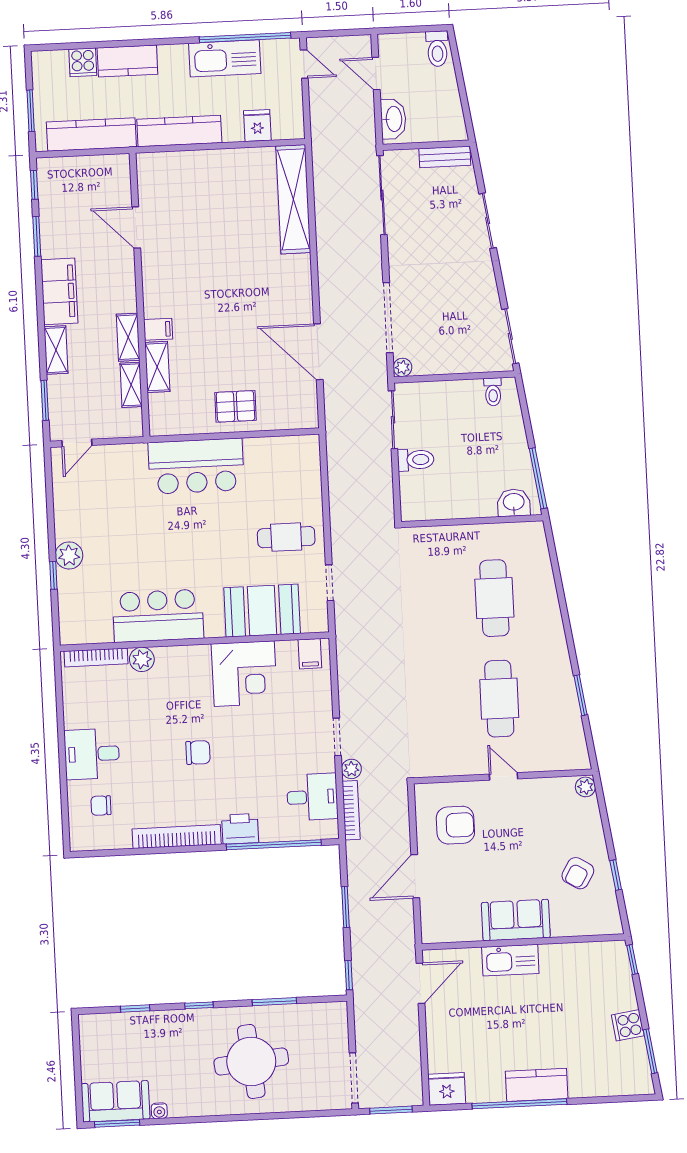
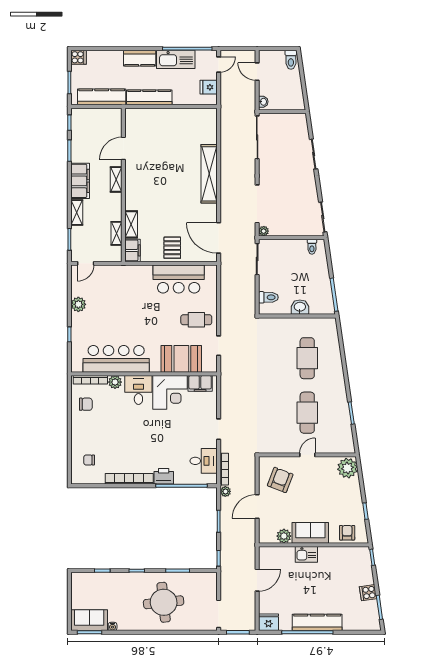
kitchen counter: (127, 61) -> (140, 58), moved
cooker: (83, 62) -> (79, 57), moved, turned -90
door: (304, 64) -> (219, 64), hinge flipped
washbasin: (393, 119) -> (263, 102), width x0.52, depth x0.69
fridge: (257, 126) -> (209, 87), moved, turned -90
bench: (445, 157) -> (292, 118), removed
shelving: (293, 199) -> (209, 174), moved
door: (136, 228) -> (123, 148), hinge flipped
filing cabinet: (158, 329) -> (133, 250), moved, width x2.00
shelving: (128, 337) -> (116, 179), moved
door: (318, 352) -> (219, 238), moved
pallet: (236, 406) -> (172, 248), turned 90
toilet: (416, 460) -> (268, 297), moved
bar counter: (196, 466) -> (179, 279), moved
washbasin: (514, 503) -> (300, 307), moved
plant: (69, 555) -> (78, 304), moved
bar counter: (158, 616) -> (116, 359), width x1.36
filing cabinet: (310, 654) -> (200, 383), width x2.00
chair: (198, 752) -> (86, 404), moved
desk: (92, 754) -> (138, 390), moved, turned 90
plant: (351, 769) -> (225, 491), moved
door: (504, 776) -> (307, 455), hinge flipped
plant: (585, 787) -> (347, 468), width x1.88, depth x1.88
armchair: (455, 825) -> (280, 480), turned -69
armchair: (578, 873) -> (347, 533), moved, turned 149
plant: (467, 928) -> (284, 536), added
kitchen sink: (510, 960) -> (306, 554), width x0.73
door: (421, 983) -> (257, 580), moved
kitchen counter: (537, 1085) -> (317, 622), width x1.50

